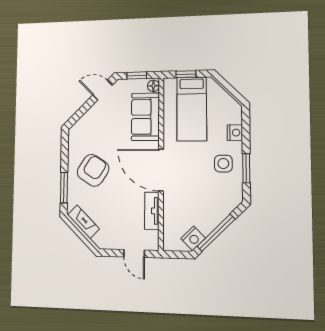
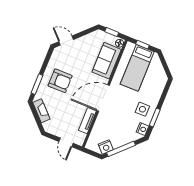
door: (103, 90) -> (66, 41), moved
nightstand: (235, 133) -> (143, 129), moved
armchair: (93, 170) -> (60, 81), turned 57
door: (161, 170) -> (103, 98), hinge flipped

